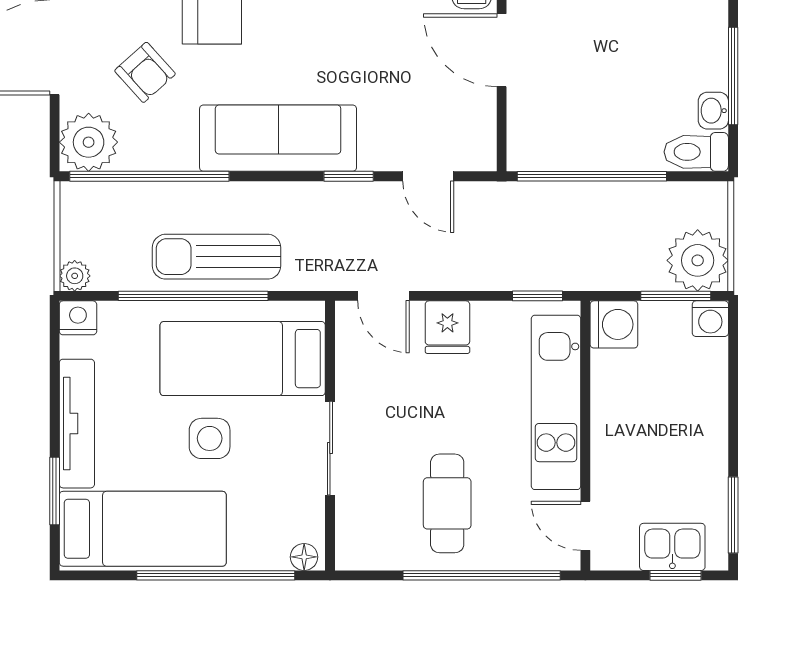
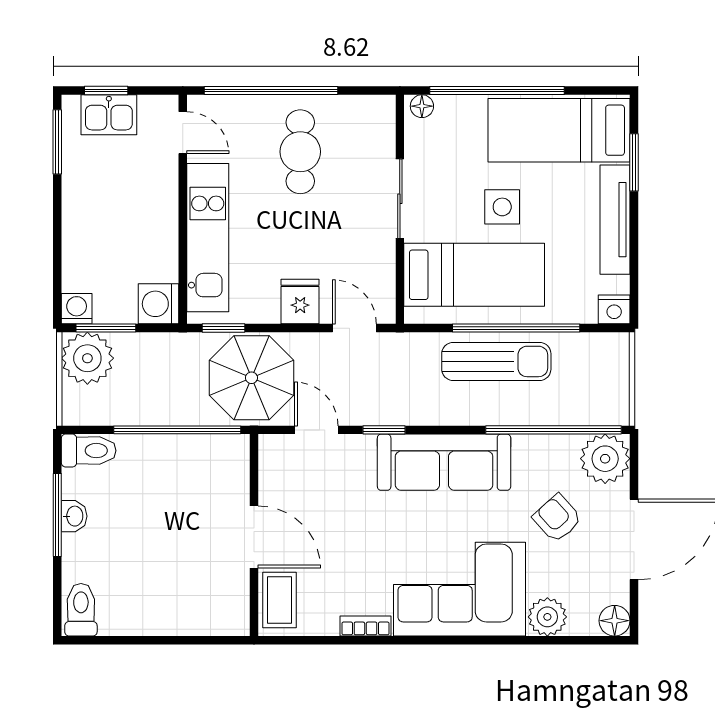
washbasin: (713, 111) -> (74, 516), moved
parasol: (505, 237) -> (251, 378), added
plant: (75, 276) -> (617, 345), removed

